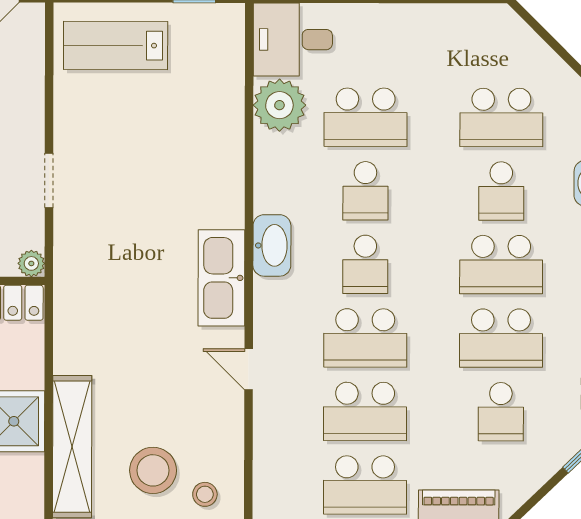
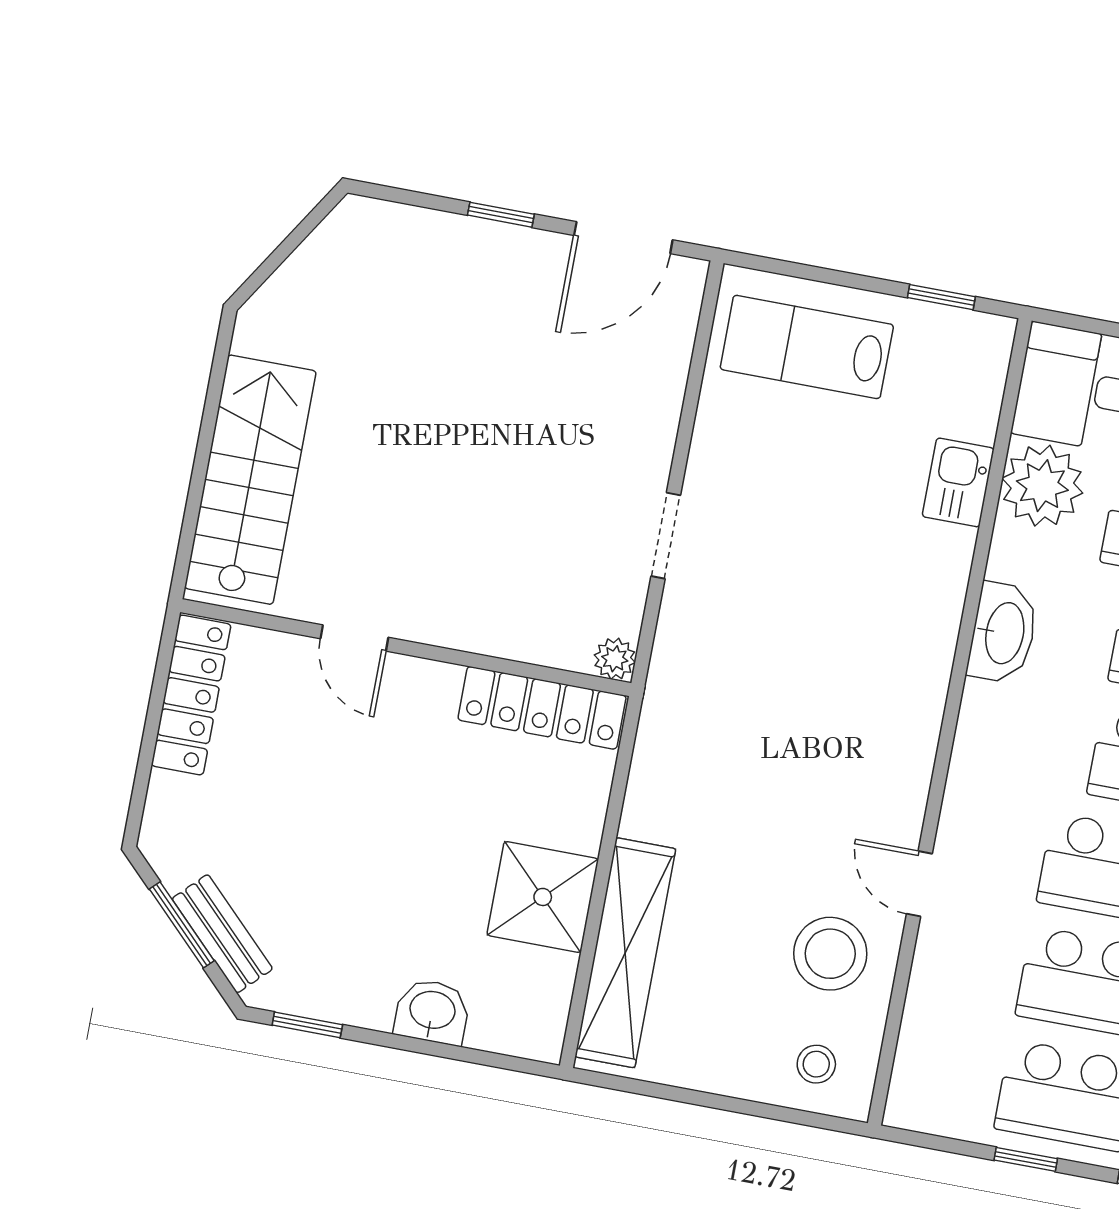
washbasin: (272, 245) -> (1003, 633), moved
kitchen sink: (221, 278) -> (958, 482), moved, width x0.53, depth x0.81
stool: (153, 470) -> (830, 954), moved

